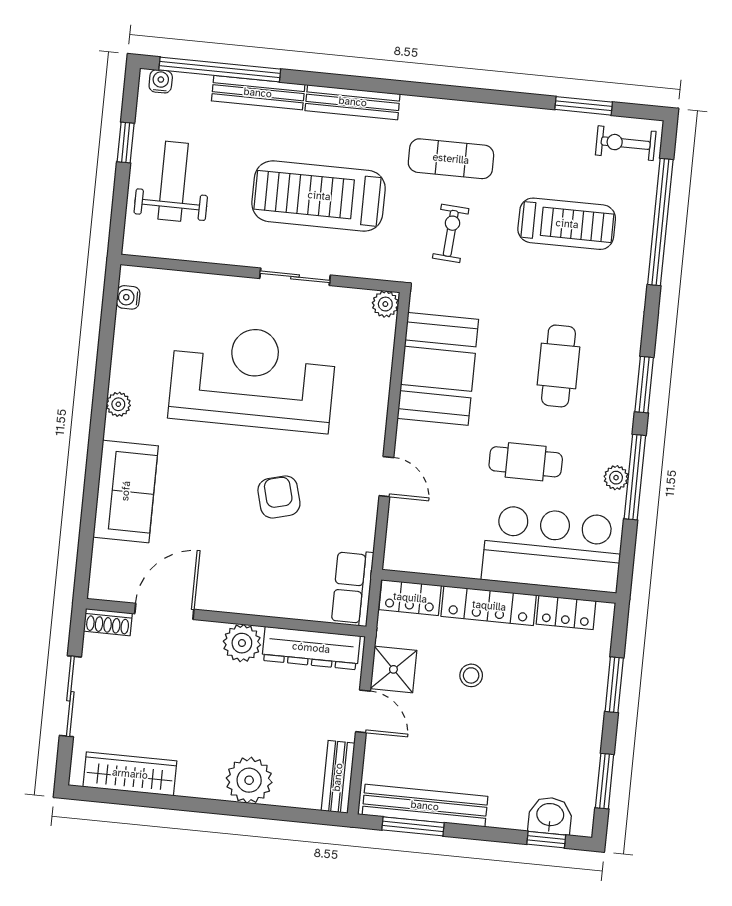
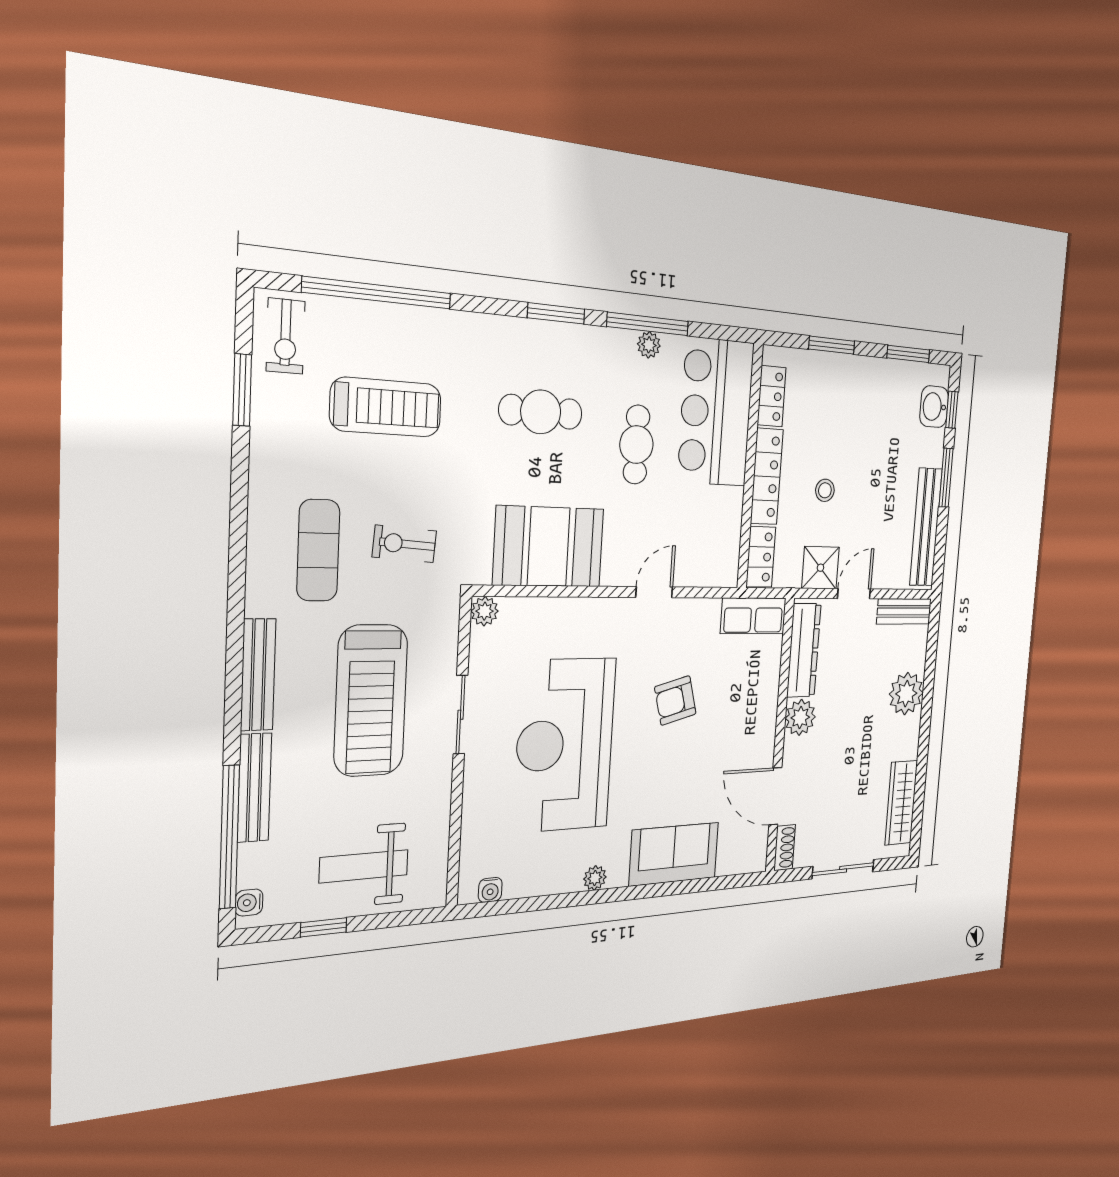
treadmill: (567, 224) -> (386, 407), turned 90
window: (413, 826) -> (946, 478), moved

